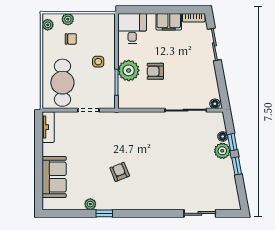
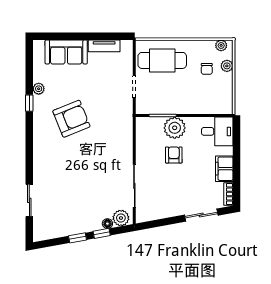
side table: (98, 62) -> (184, 97), removed
floor lamp: (215, 104) -> (141, 216), removed
tv unit: (48, 127) -> (104, 46), moved
plant: (222, 151) -> (121, 218), moved
armchair: (120, 172) -> (71, 119), width x1.88, depth x1.88

